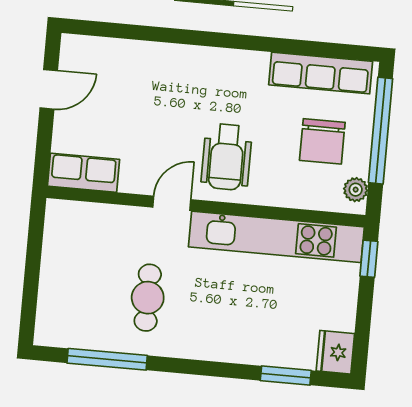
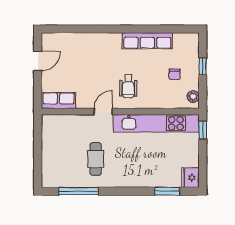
row of seats: (321, 73) -> (147, 41), moved
window: (381, 131) -> (203, 66), width x0.32
chair: (322, 141) -> (175, 74), width x0.54, depth x0.54
wheelchair: (227, 157) -> (128, 86), width x0.73, depth x0.73

